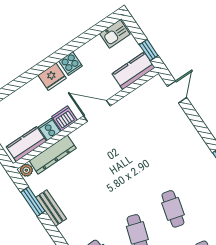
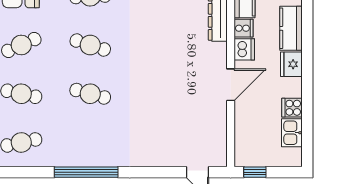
kitchen sink: (115, 34) -> (292, 133), moved
cooker: (71, 64) -> (292, 108), moved
kitchen counter: (134, 71) -> (291, 28), moved, turned 180

